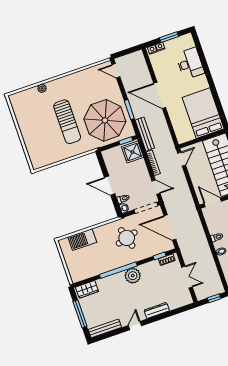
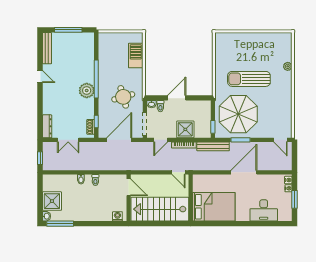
door: (116, 71) -> (280, 140), swing flipped
shower: (132, 152) -> (185, 129), moved
door: (213, 202) -> (129, 187), hinge flipped
wardrobe: (87, 289) -> (89, 44), removed
dresser: (157, 310) -> (47, 126), moved

